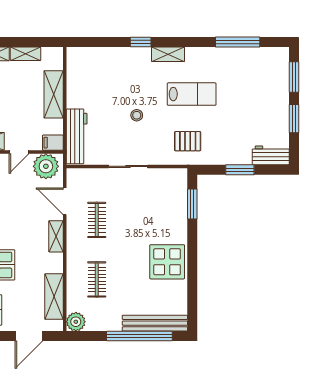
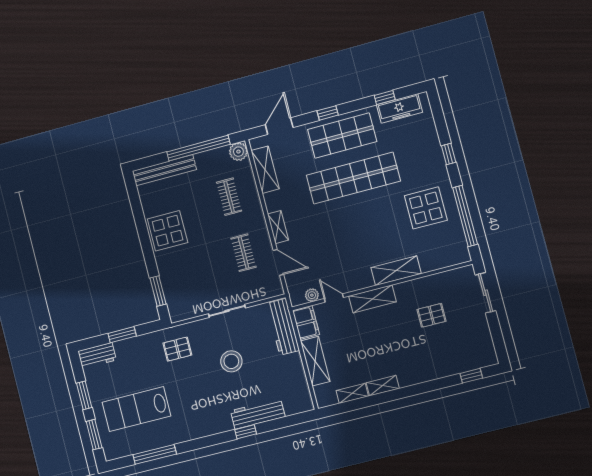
shelving: (168, 54) -> (217, 427), removed
workbench: (124, 57) -> (258, 414), added
lab bench: (192, 94) -> (136, 409), moved, width x1.36, depth x1.39
stool: (137, 115) -> (231, 361), width x1.89, depth x1.89
filing cabinet: (53, 143) -> (306, 322), width x2.00
door: (19, 152) -> (334, 298), hinge flipped
plant: (46, 166) -> (312, 295), width x0.53, depth x0.53
window: (139, 336) -> (198, 148), moved

